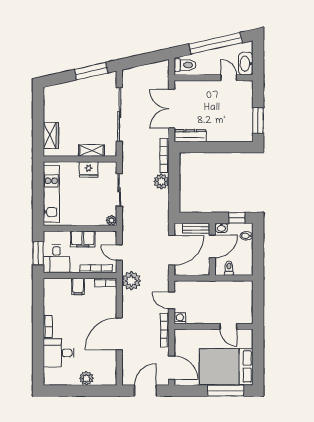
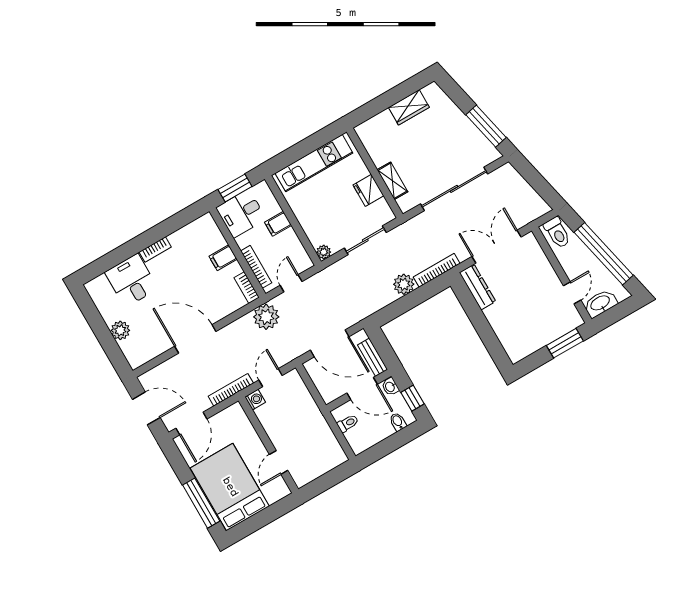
window: (258, 120) -> (565, 343), moved
wardrobe: (51, 136) -> (409, 107), moved
filing cabinet: (83, 239) -> (278, 224), width x0.50

